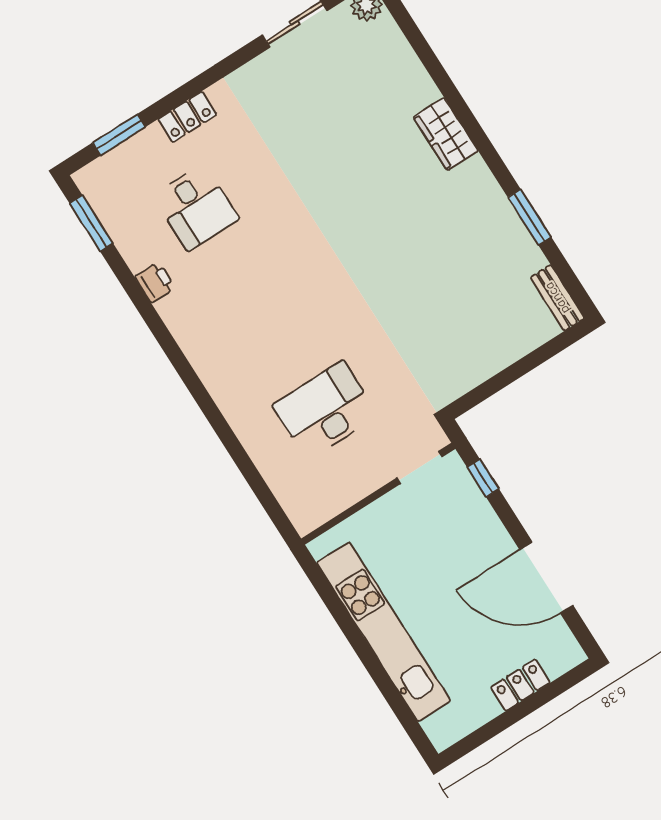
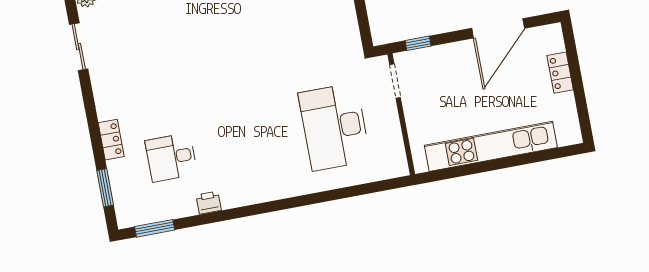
desk: (196, 207) -> (171, 157), turned 180
desk: (325, 410) -> (334, 127), width x1.36, depth x1.30

